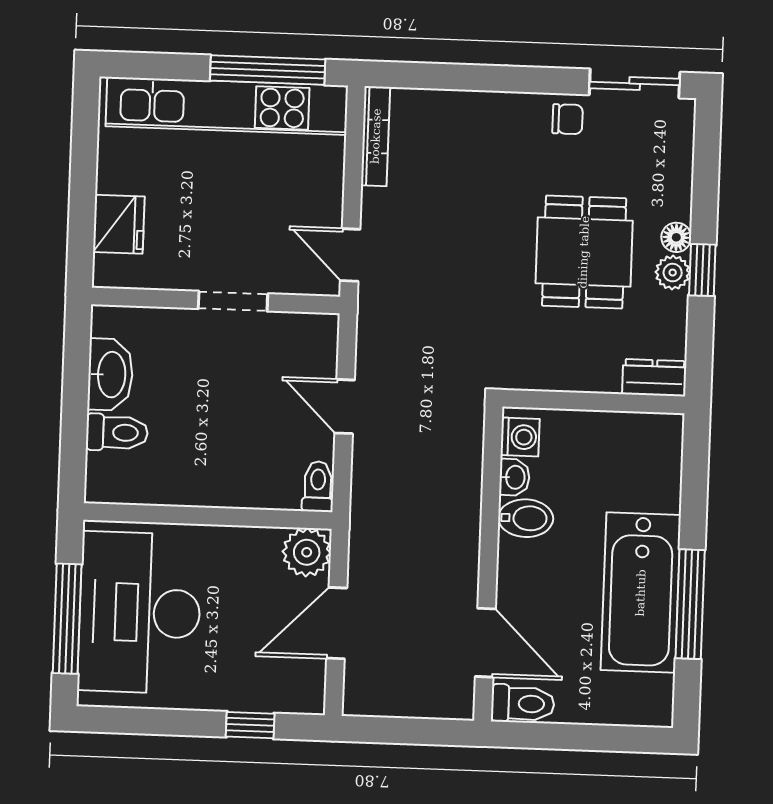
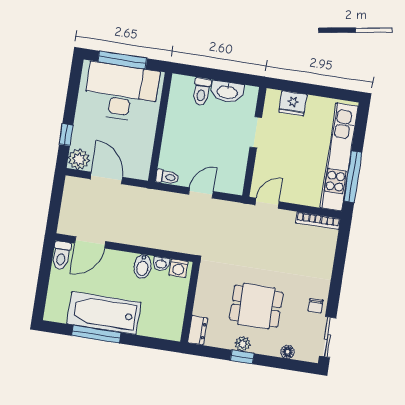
floor lamp: (676, 237) -> (287, 352), moved
doorway: (233, 301) -> (256, 132), moved
plant: (307, 552) -> (79, 159), moved

